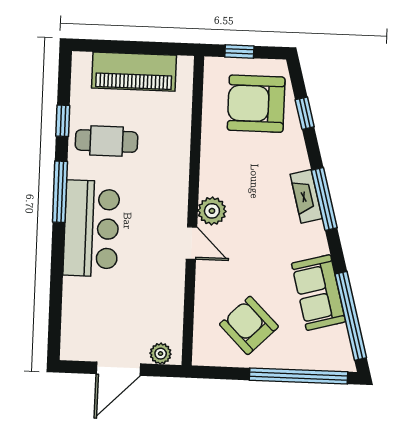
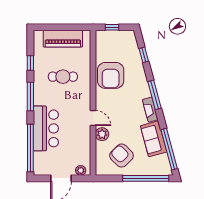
armchair: (256, 104) -> (111, 75), moved, turned -90
cafe table: (106, 141) -> (63, 77), moved
fireplace: (306, 196) -> (150, 110), moved
plant: (212, 211) -> (102, 134), moved
bar counter: (91, 228) -> (46, 128), moved
window: (56, 302) -> (30, 148), added

